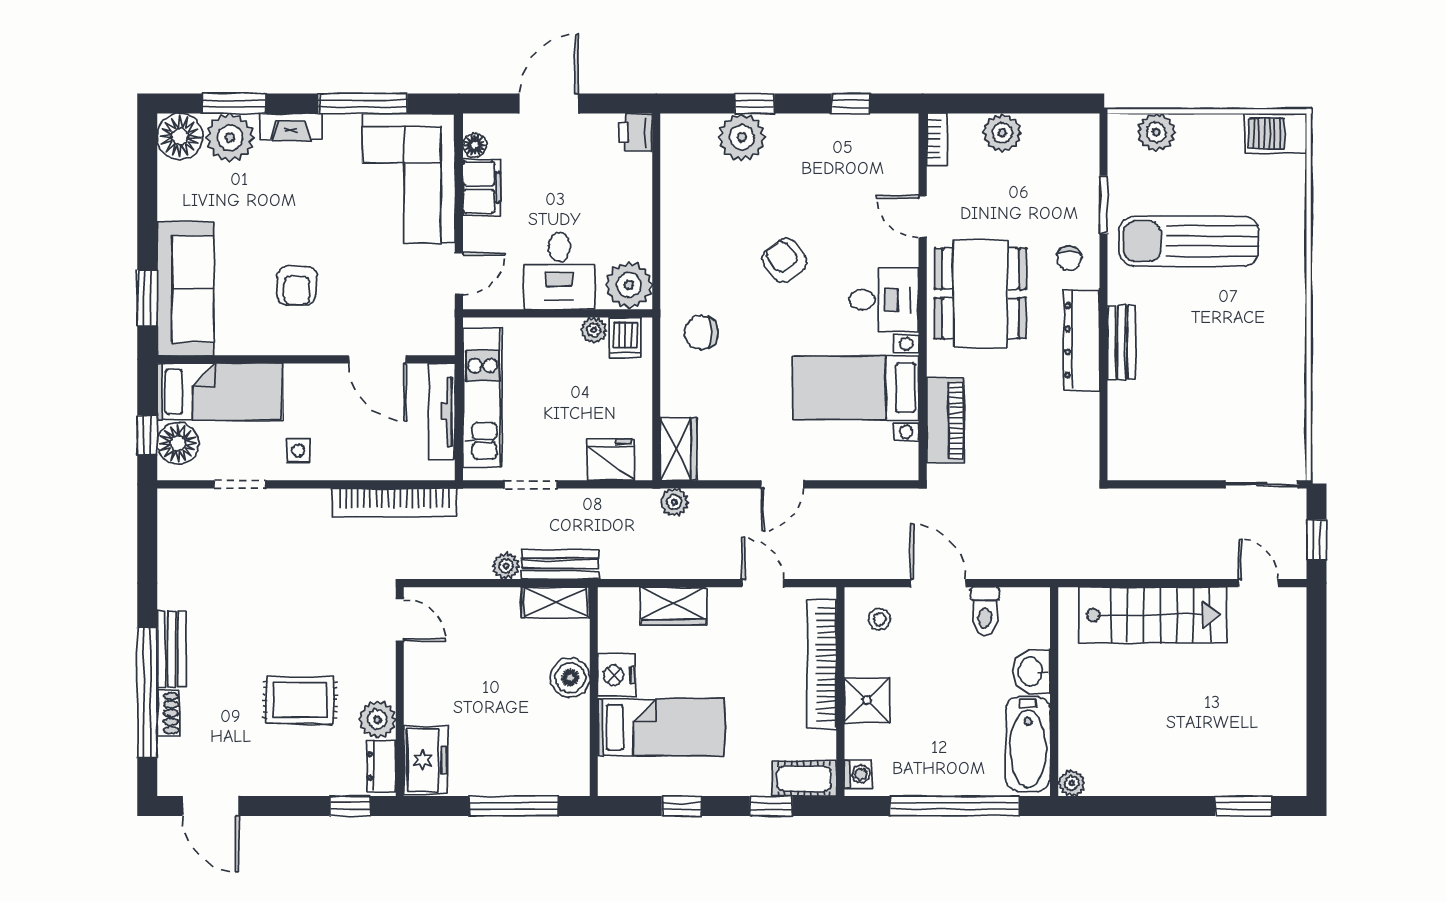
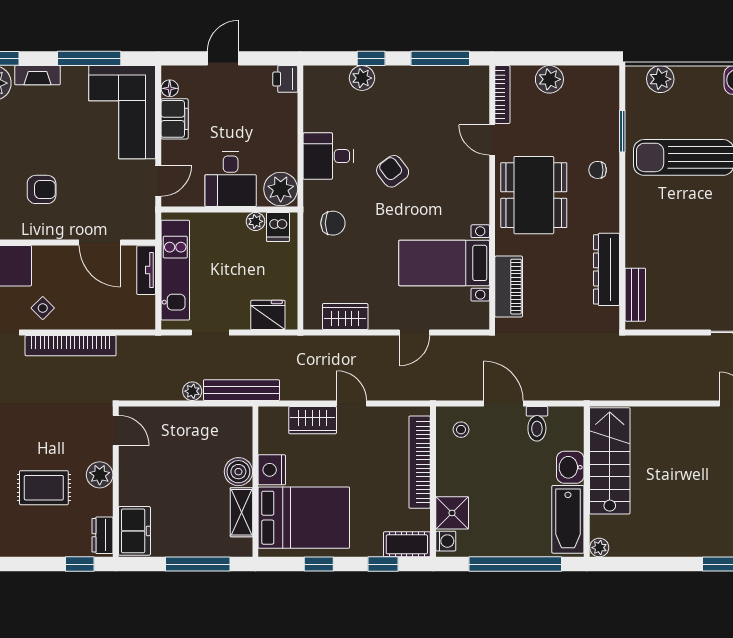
door: (549, 104) -> (223, 58), width x0.73
window: (851, 104) -> (440, 58), width x2.17
plant: (742, 137) -> (362, 78), width x0.73, depth x0.73
bookcase: (937, 139) -> (502, 95), width x1.56
chair: (1069, 259) -> (598, 170), turned 90
armchair: (297, 286) -> (42, 189), turned -90
desk: (884, 300) -> (328, 156), moved, turned 180
chair: (702, 332) -> (333, 223), turned 180
dresser: (1082, 340) -> (607, 269), moved
bench: (1122, 343) -> (635, 295), moved
tv unit: (442, 412) -> (146, 270), width x0.71
wardrobe: (678, 449) -> (345, 317), moved, turned -90
side table: (298, 450) -> (43, 308), turned 45
door: (782, 484) -> (414, 333), moved
plant: (674, 502) -> (313, 345), removed
bookcase: (394, 503) -> (71, 346), moved
bench: (560, 564) -> (241, 390), width x1.36
door: (763, 583) -> (352, 404), moved
shelving: (556, 602) -> (241, 512), moved, turned 90
stairs: (1153, 615) -> (610, 461), moved, turned -90
shower: (867, 700) -> (452, 513), moved
plant: (377, 719) -> (100, 475), moved
bed: (661, 727) -> (304, 518), width x1.50

